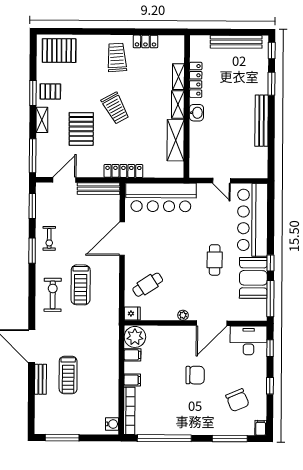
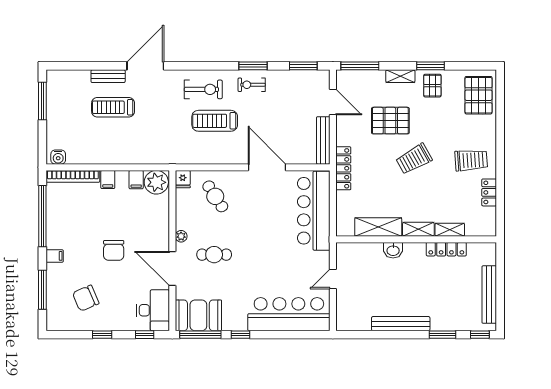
washbasin: (196, 113) -> (393, 250), moved
exercise bike: (49, 238) -> (252, 85), moved
cafe table: (215, 260) -> (214, 255), moved
booth: (253, 278) -> (198, 315), moved
filing cabinet: (261, 428) -> (55, 256), moved

